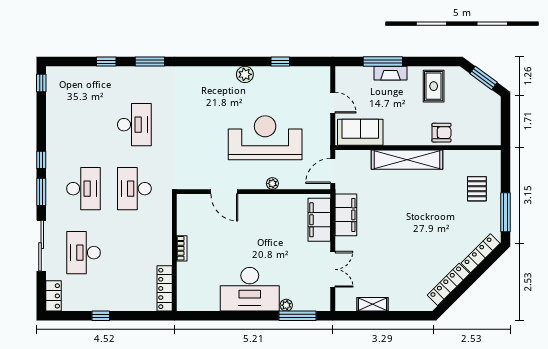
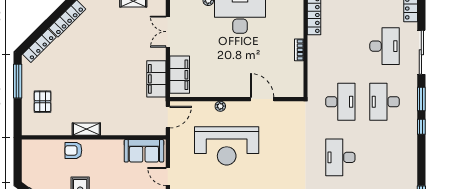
shelving: (407, 160) -> (86, 129), width x0.45, depth x0.75

